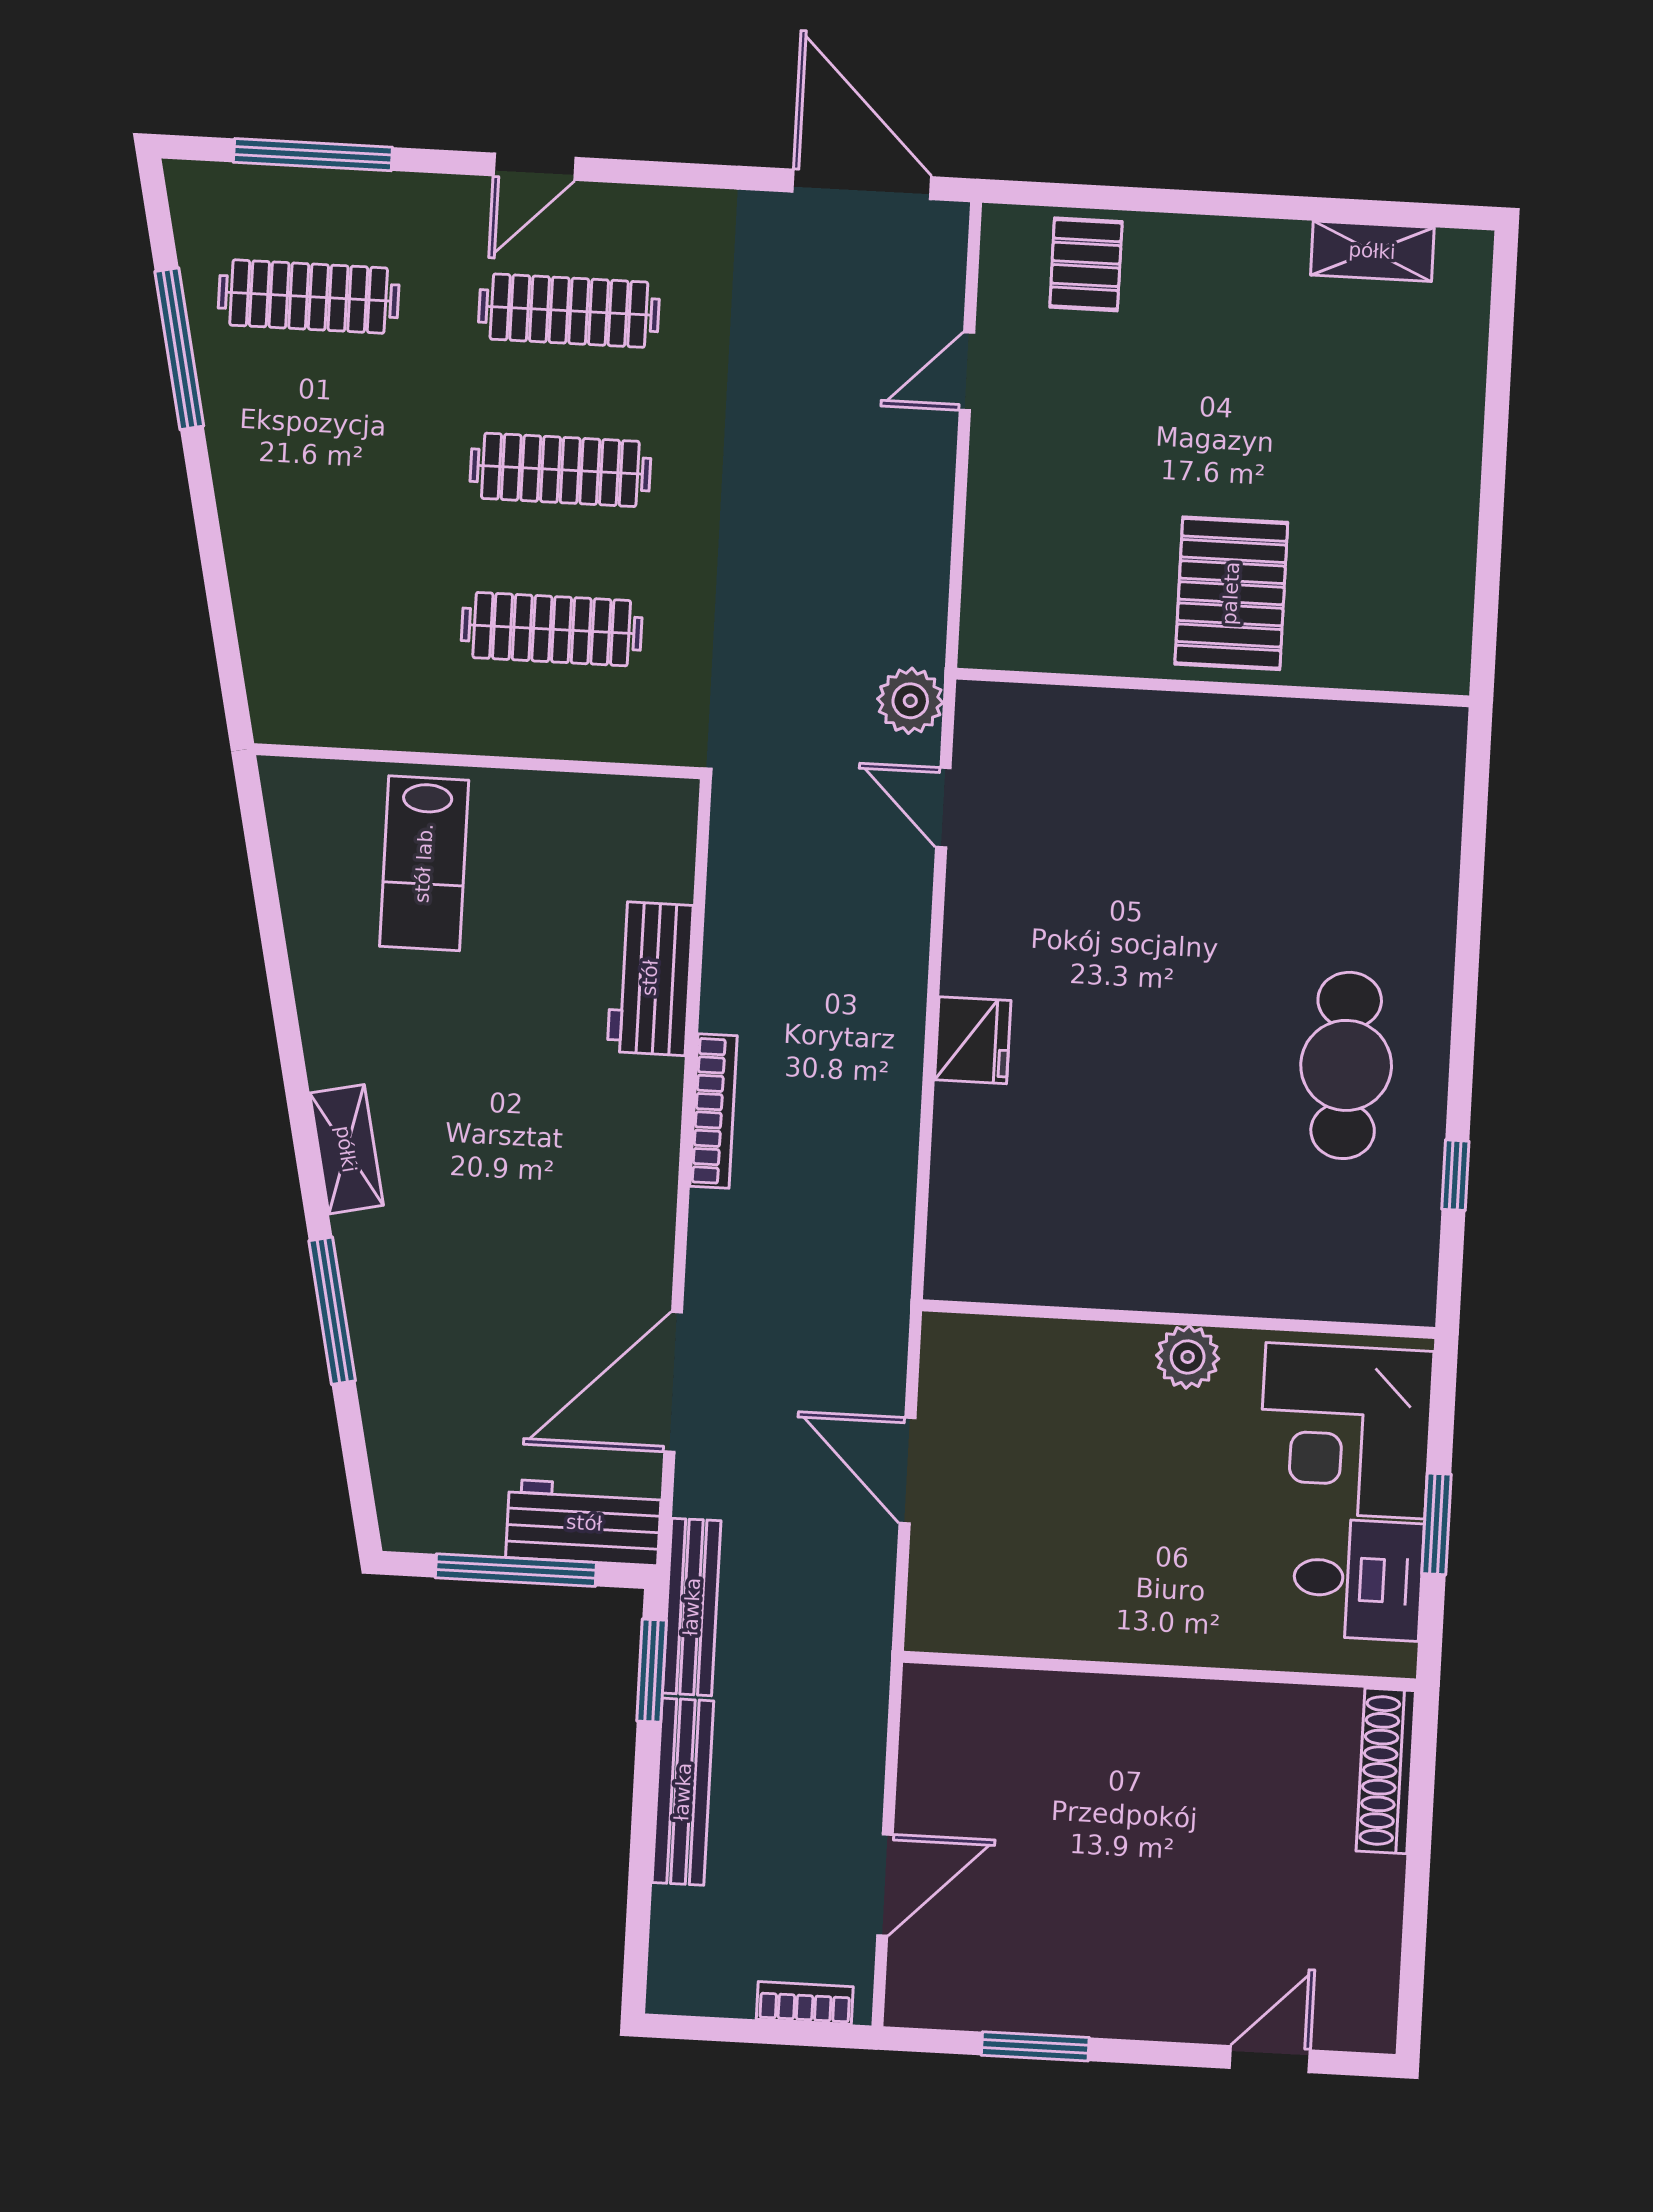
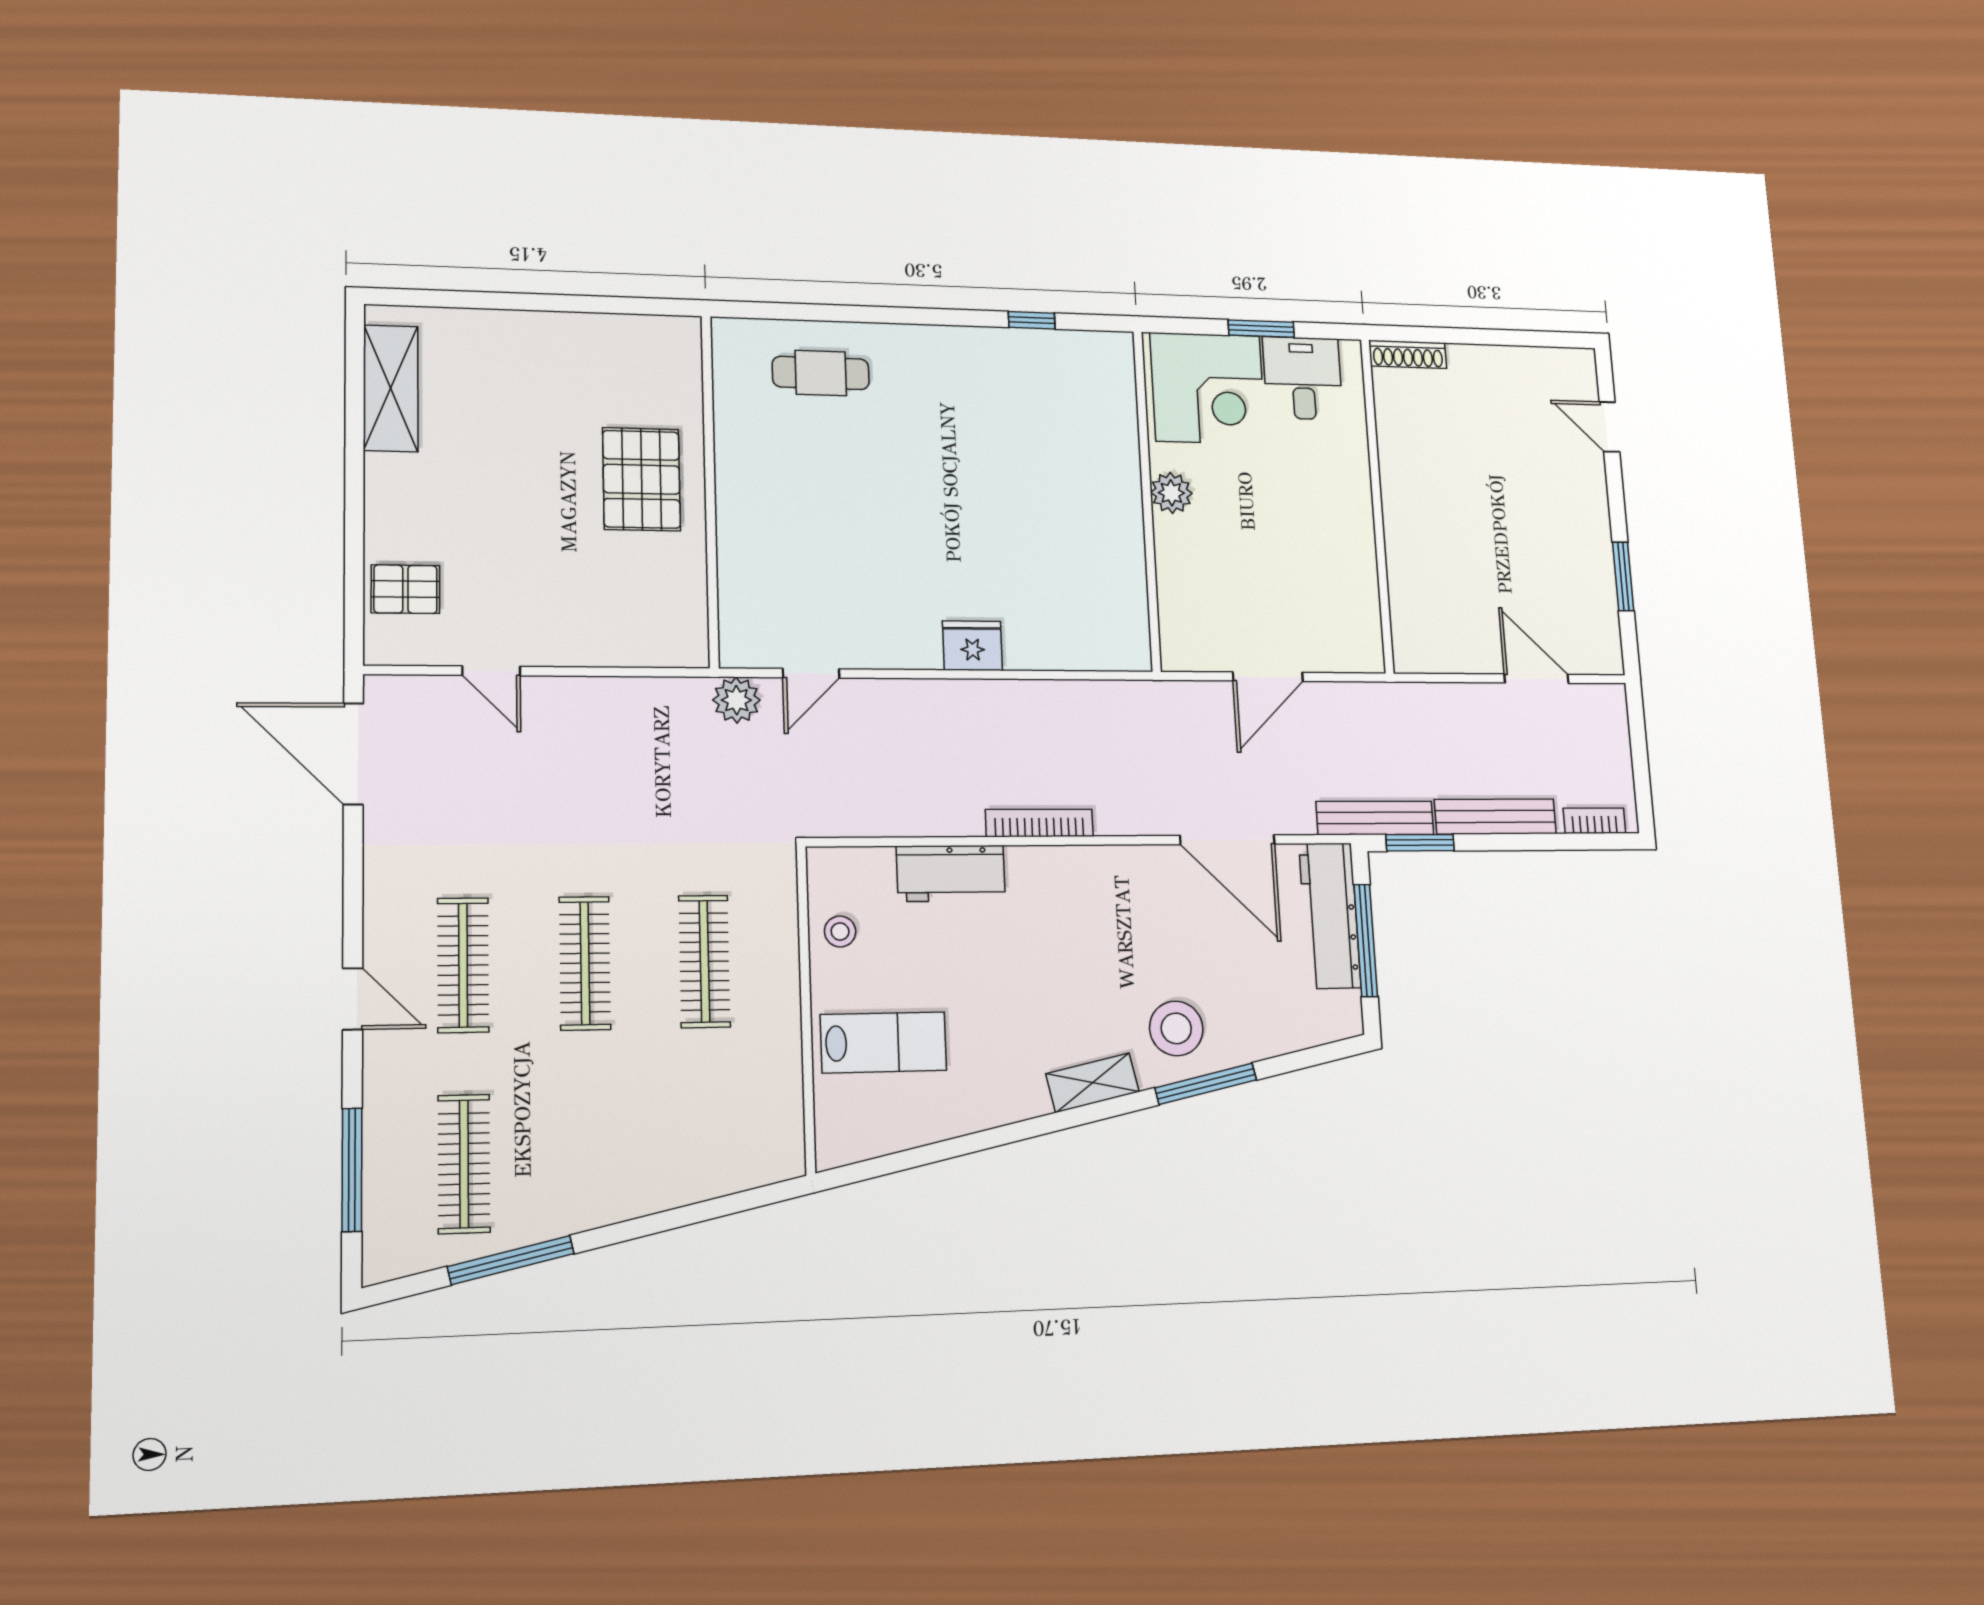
door: (862, 184) -> (353, 754), hinge flipped
shelving: (1372, 251) -> (391, 388), width x1.50, depth x1.33
pallet: (1231, 593) -> (641, 479), turned 90
stool: (580, 817) -> (840, 931), added
cafe table: (1346, 1065) -> (821, 373), moved, width x0.73, depth x0.74
stool: (412, 1277) -> (1176, 1028), added
workbench: (584, 1523) -> (1330, 915), width x1.38
shoe rack: (1386, 1771) -> (1408, 354), width x0.74, depth x0.81
bookcase: (805, 2003) -> (1594, 821), moved, turned 90

